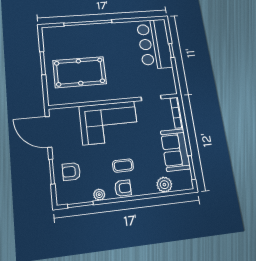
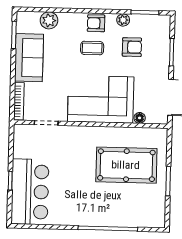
floor lamp: (73, 111) -> (140, 118), added
armchair: (71, 172) -> (132, 47), moved

